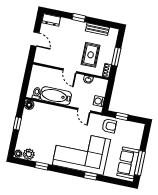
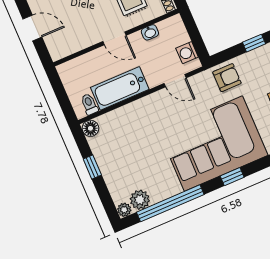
window: (122, 116) -> (254, 43), moved
window: (42, 166) -> (170, 203), width x3.17
window: (91, 176) -> (232, 177), moved

